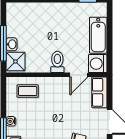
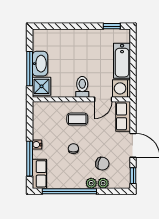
washbasin: (12, 44) -> (40, 64), width x1.91, depth x1.45
coffee table: (28, 91) -> (77, 119), moved
chair: (48, 125) -> (73, 149), added

